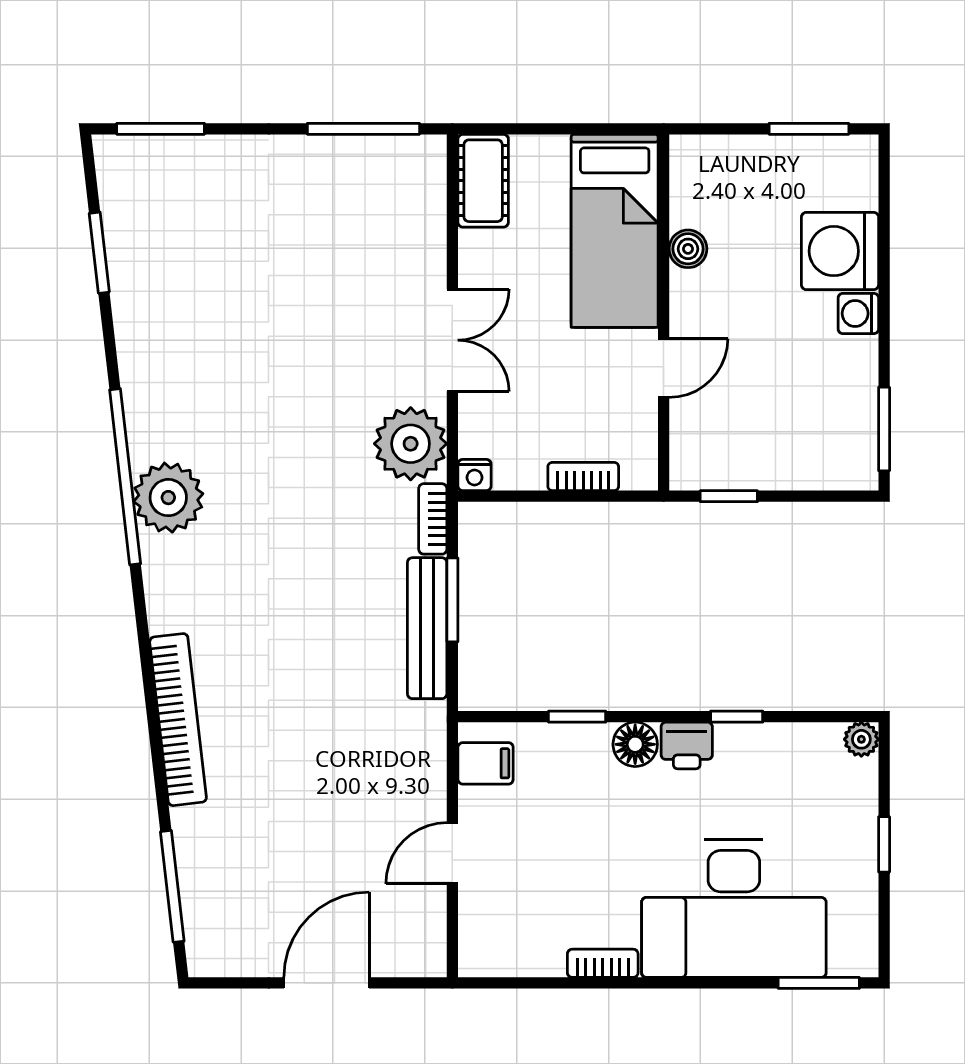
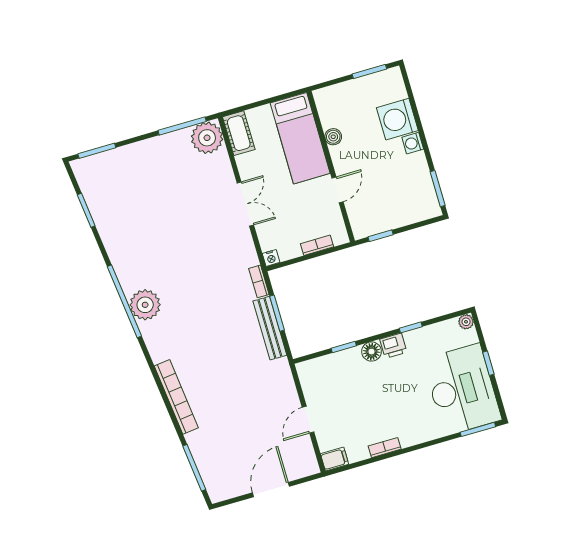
plant: (411, 444) -> (207, 138), moved
filing cabinet: (486, 763) -> (335, 459), moved
desk: (734, 908) -> (462, 389), moved, turned -90

